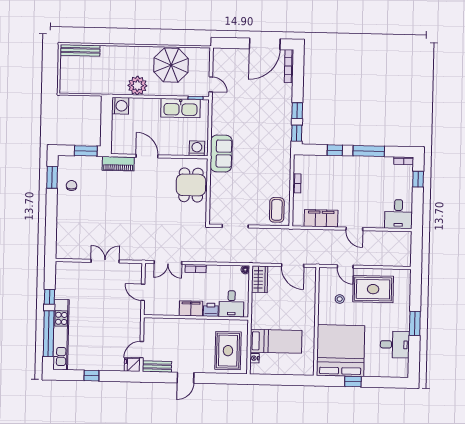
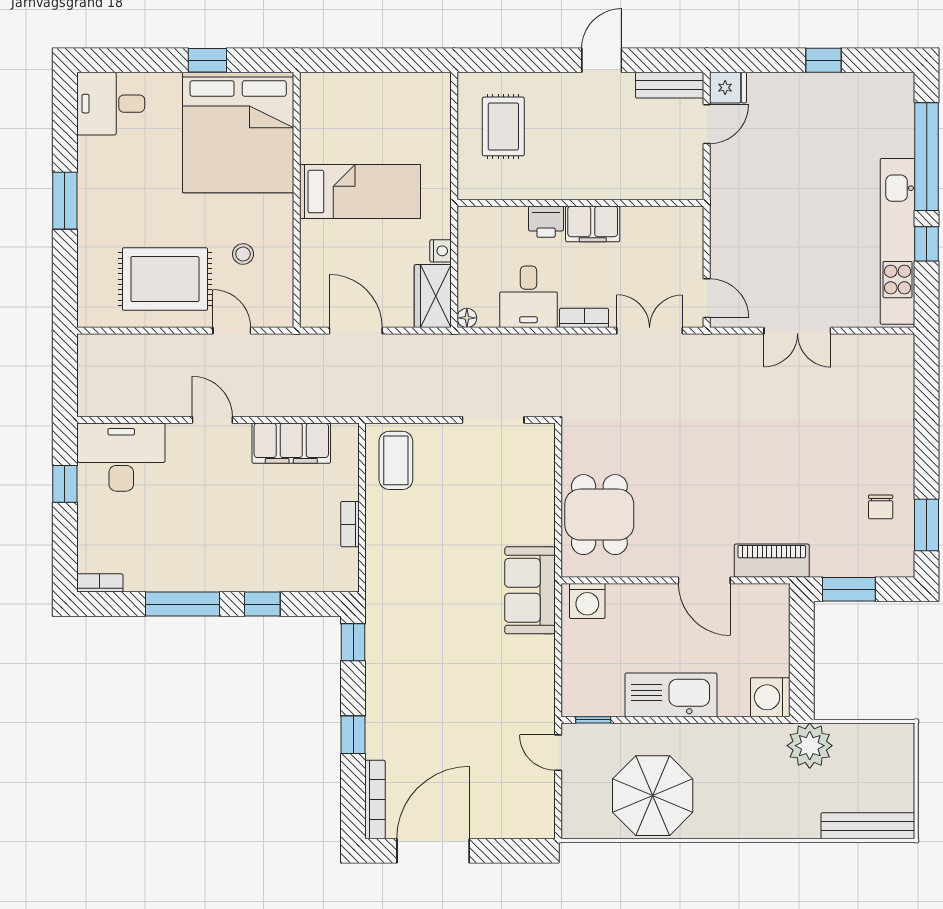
plant: (137, 86) -> (810, 746), moved
kitchen sink: (180, 108) -> (671, 695), moved
window: (297, 111) -> (353, 735), moved
window: (418, 179) -> (65, 484), moved
desk: (398, 214) -> (121, 457), width x1.37
door: (143, 292) -> (707, 298), moved
desk: (231, 304) -> (529, 297), moved, turned 180
kitchen unit: (61, 335) -> (898, 241), moved
bed: (276, 341) -> (360, 192), moved, turned 180
desk: (395, 345) -> (111, 104), moved
rug: (228, 351) -> (503, 126), width x0.73, depth x0.70
nightstand: (254, 358) -> (441, 251), moved

